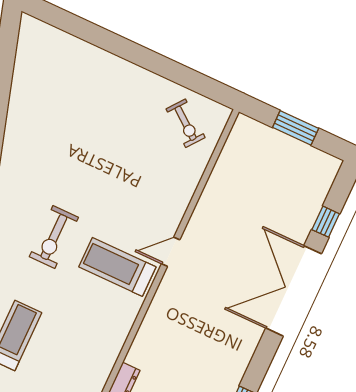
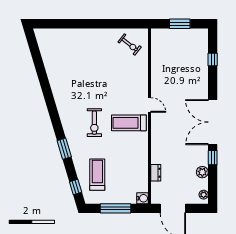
door: (171, 252) -> (150, 105), swing flipped
double door: (294, 291) -> (213, 122), moved

